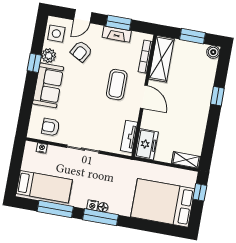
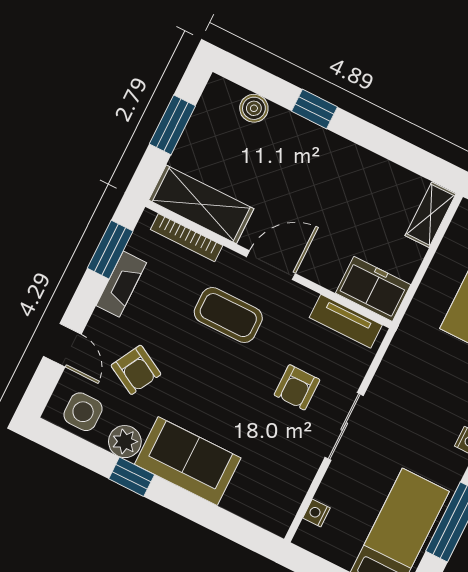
window: (119, 23) -> (110, 250), moved
boiler: (213, 52) -> (254, 108), moved
armchair: (51, 127) -> (297, 387), moved

